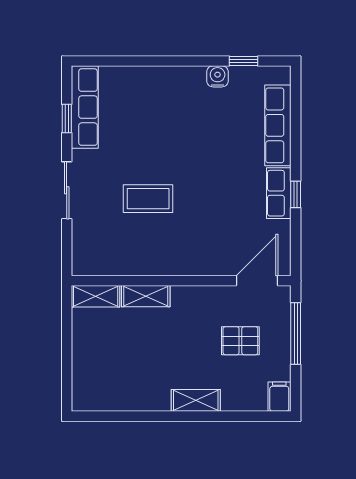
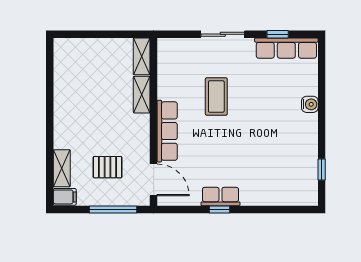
water cooler: (218, 76) -> (310, 104), moved
row of seats: (278, 125) -> (167, 131), moved, turned 90
pallet: (240, 341) -> (108, 167), turned 90
shelving: (196, 400) -> (62, 168), moved

